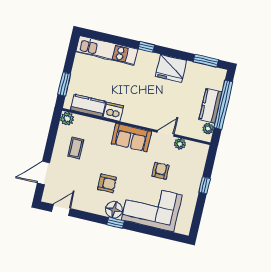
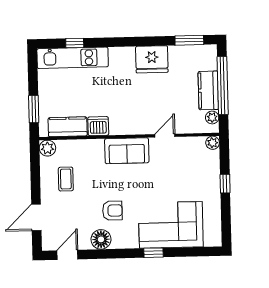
window: (146, 47) -> (75, 43), moved
plant: (180, 144) -> (213, 143), moved
armchair: (161, 171) -> (170, 180), removed
floor lamp: (114, 210) -> (101, 239), moved
window: (115, 223) -> (154, 253), moved

